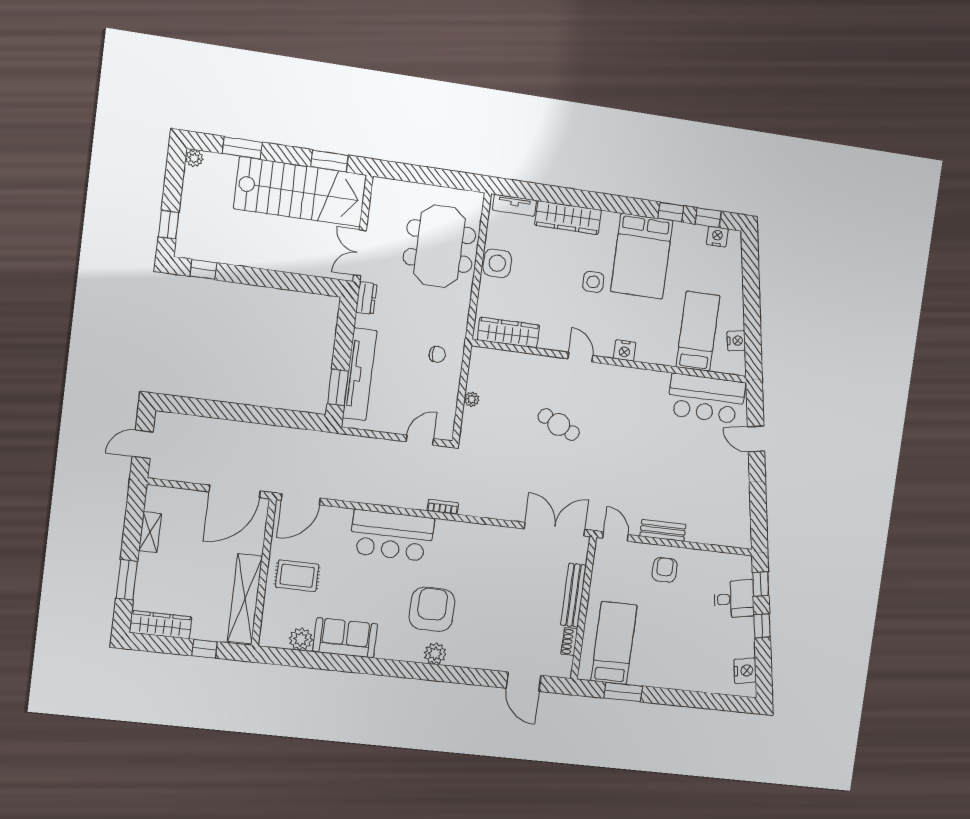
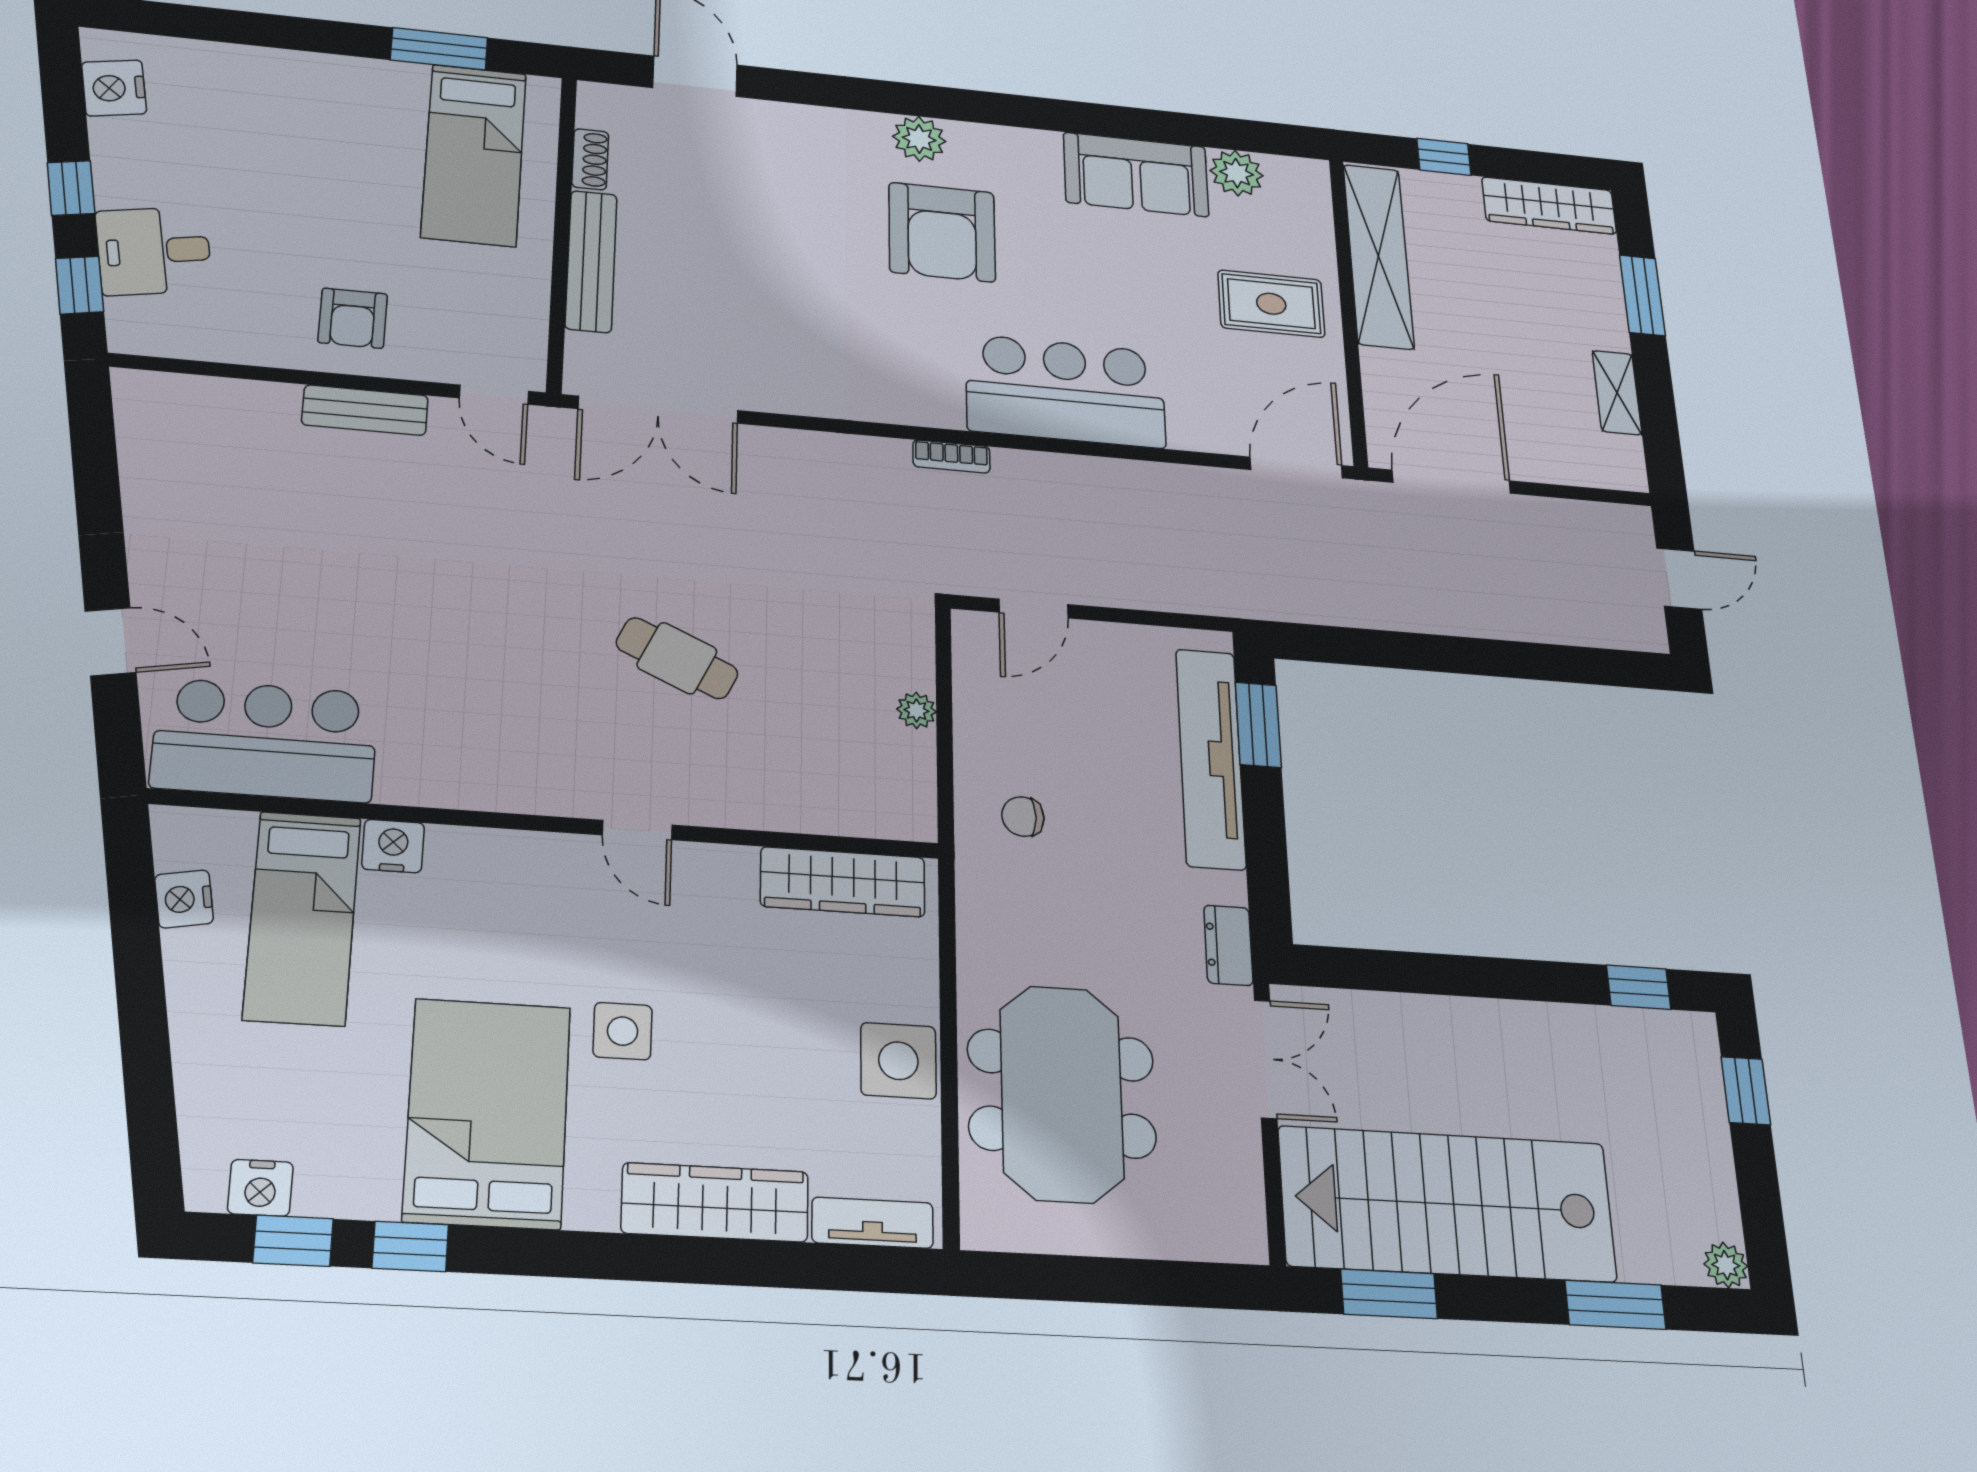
nightstand: (625, 350) -> (393, 846), moved

